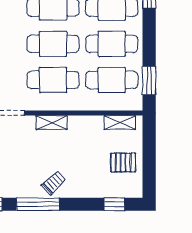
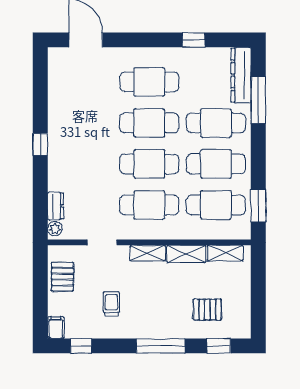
shelving: (86, 123) -> (186, 254), added
pallet: (123, 162) -> (207, 310), moved
trolley: (54, 183) -> (111, 304), moved, turned -47
window: (38, 204) -> (161, 346), moved

